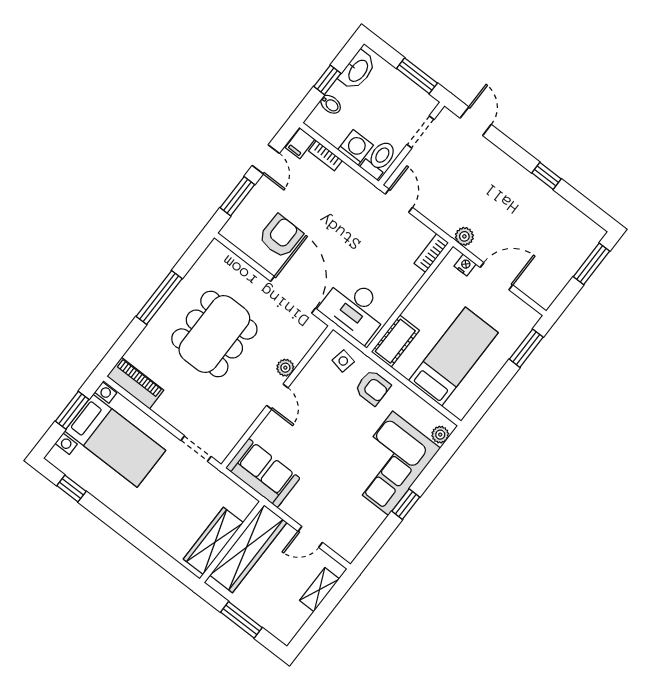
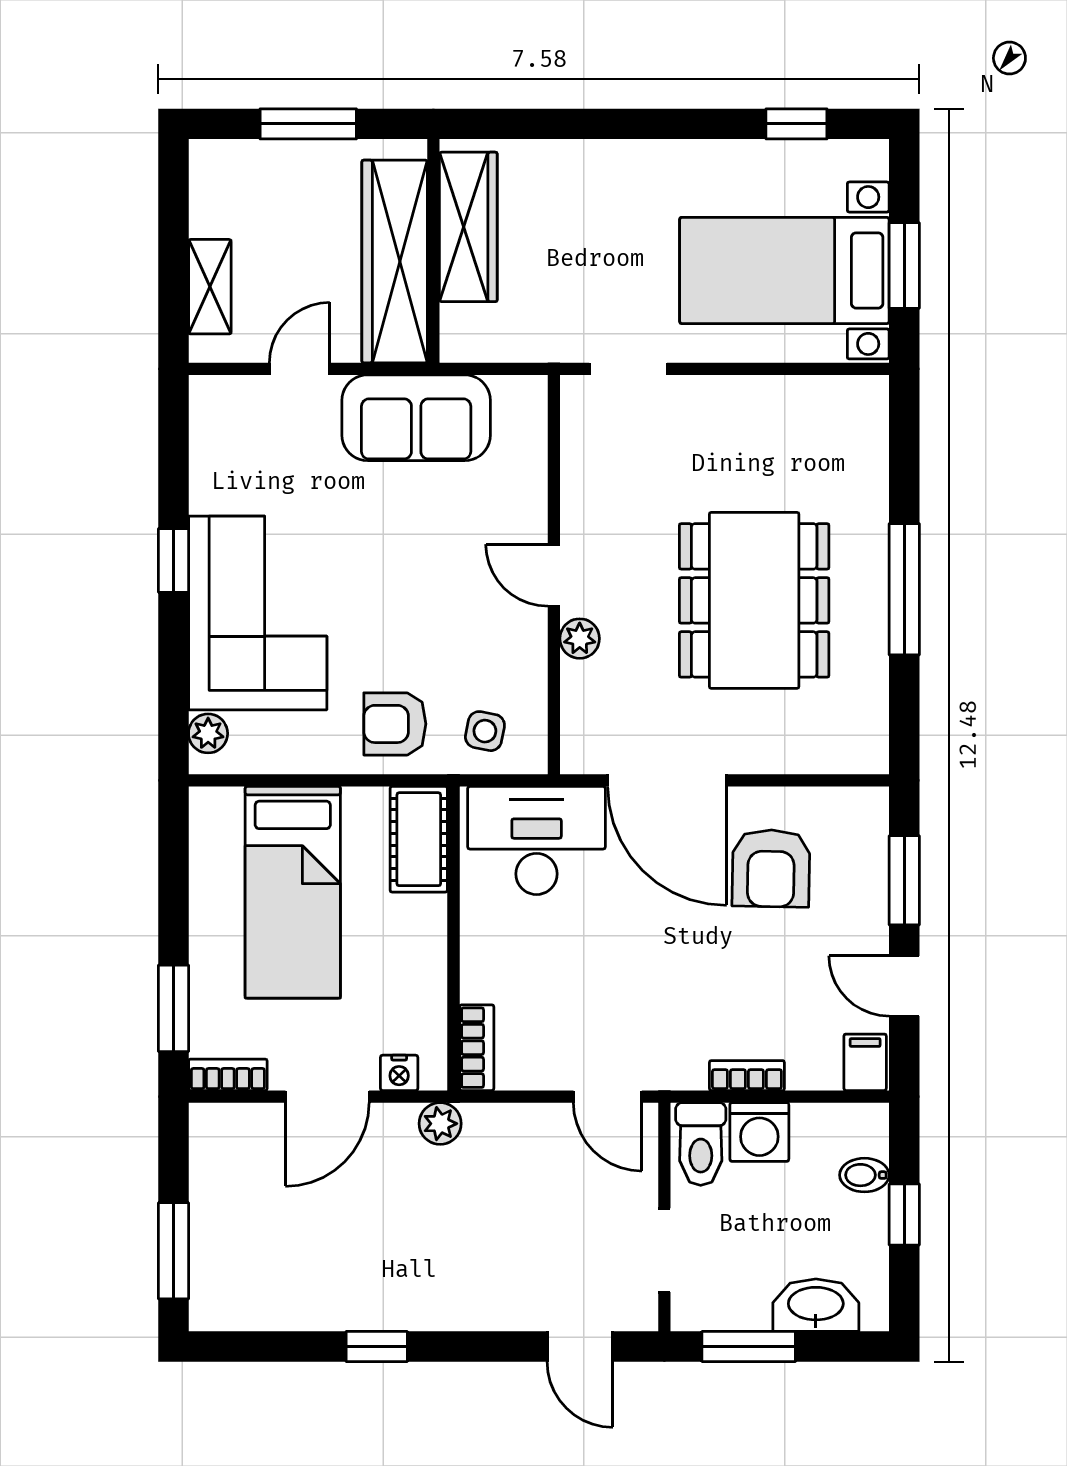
washbasin: (358, 70) -> (816, 1305), moved, turned 90
bookcase: (325, 156) -> (747, 1076), moved
bookcase: (525, 310) -> (228, 1075), added
piano: (135, 383) -> (828, 402), removed
sofa: (263, 473) -> (416, 418), moved

